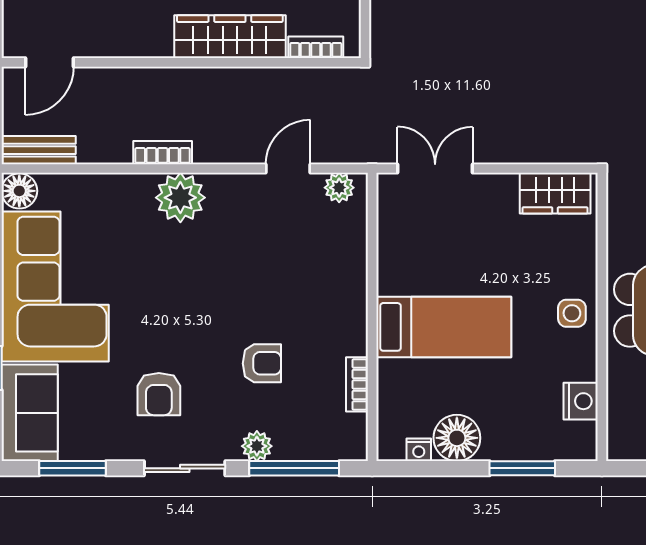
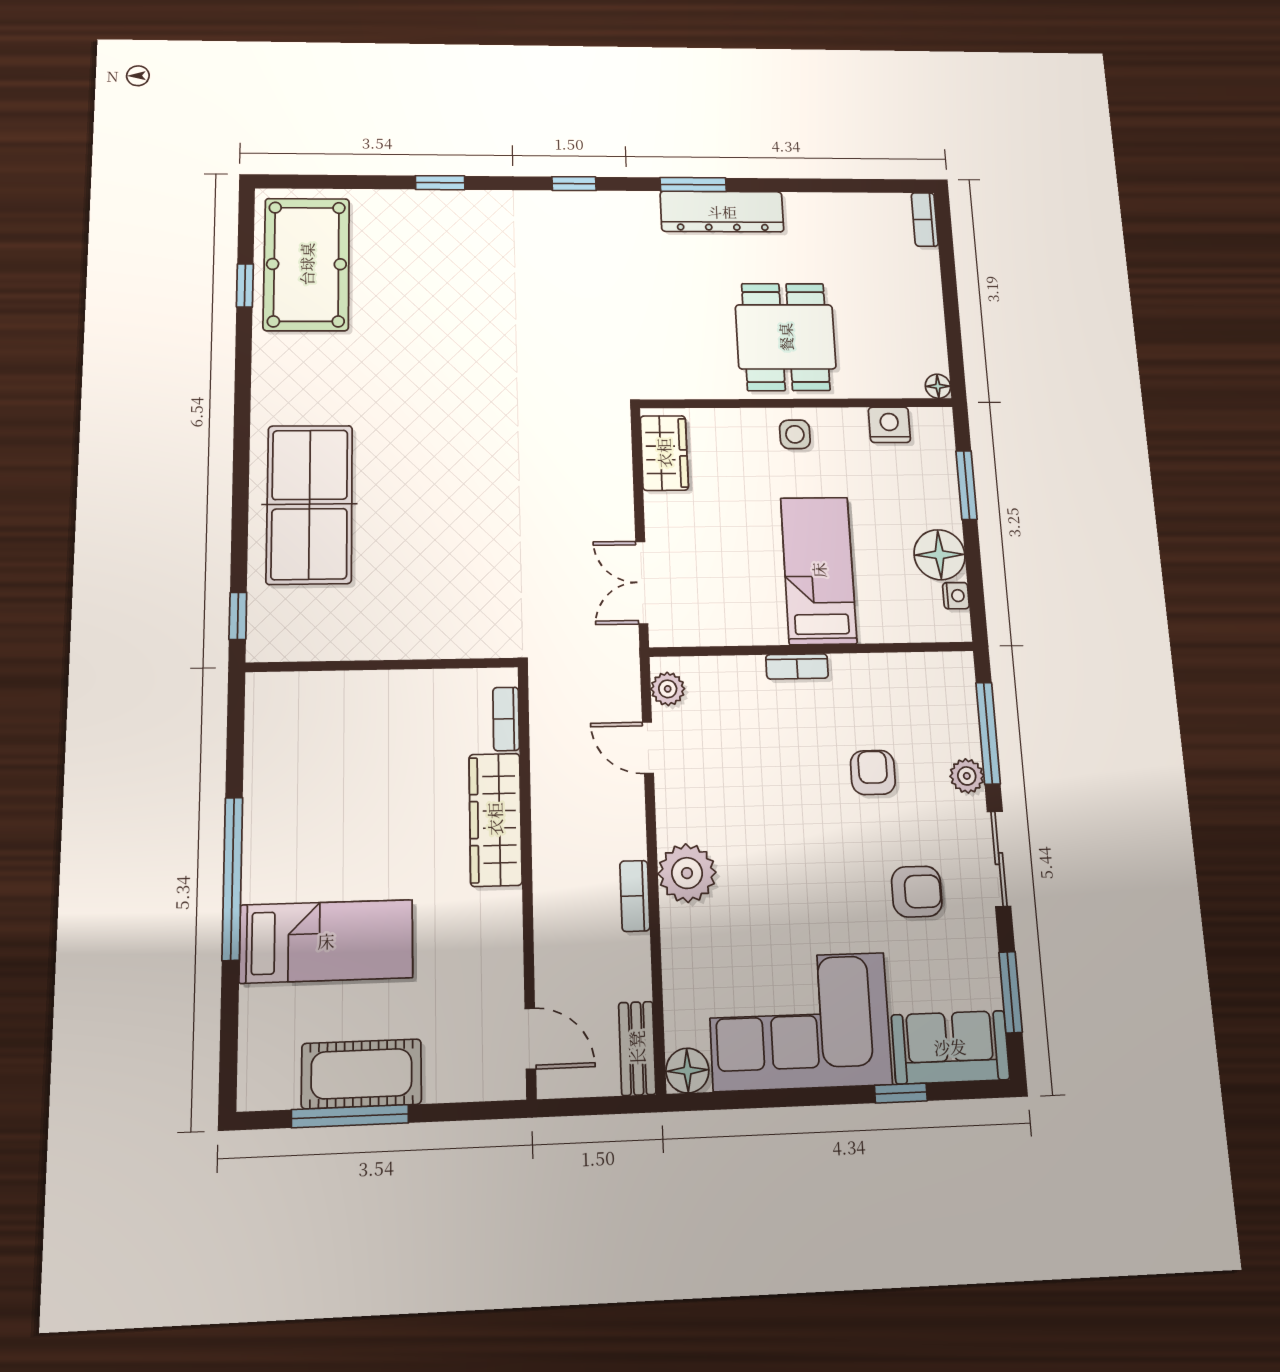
bookcase: (357, 384) -> (797, 666), moved
floor lamp: (618, 449) -> (938, 386), added

